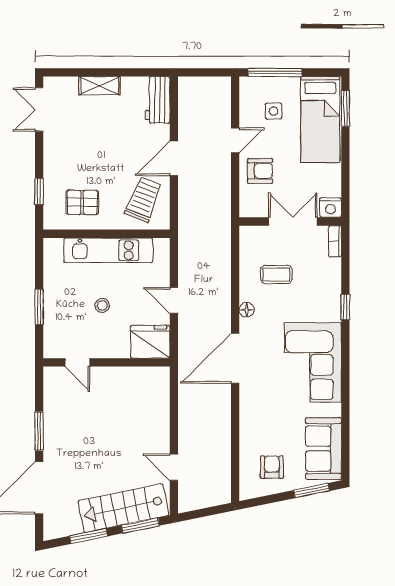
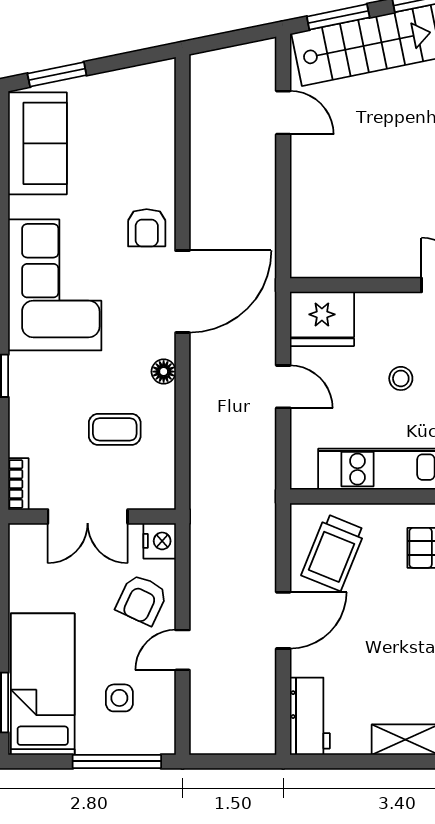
armchair: (260, 171) -> (142, 600), turned -65
nightstand: (331, 207) -> (160, 541), moved, turned 90
armchair: (272, 467) -> (147, 228), moved

